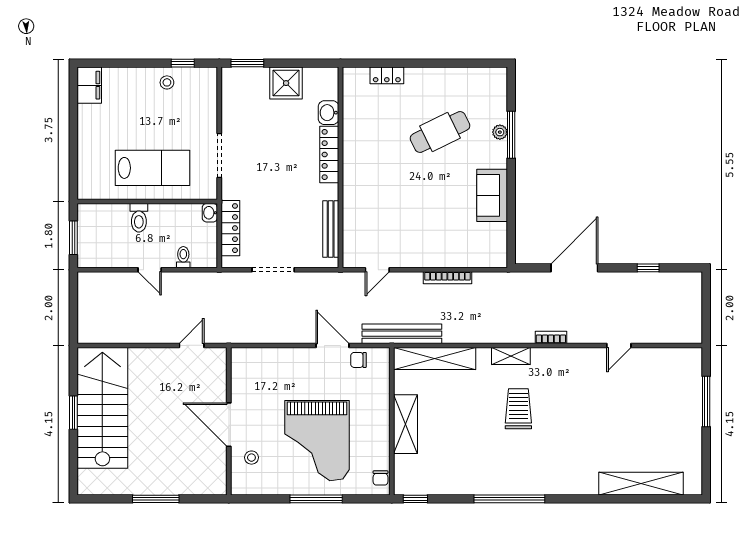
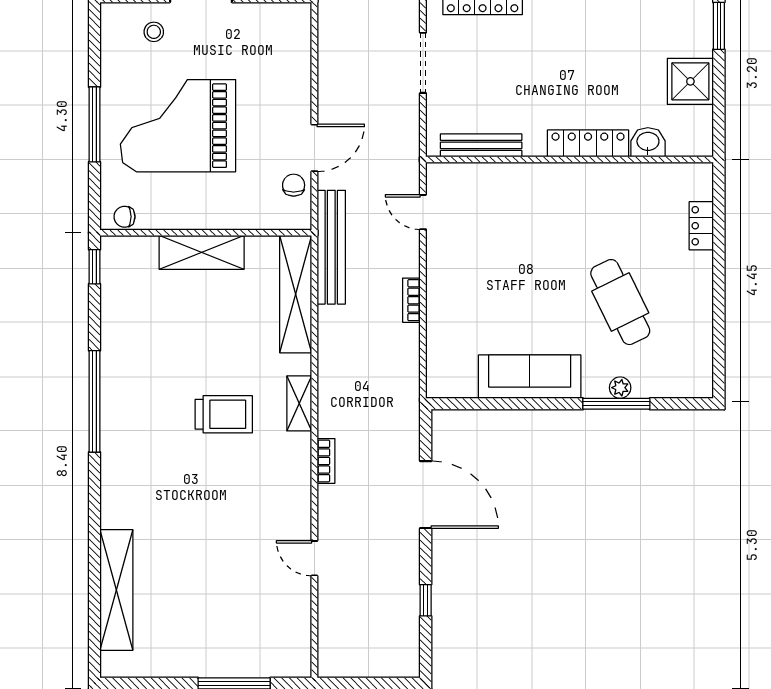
sofa: (492, 195) -> (530, 377), width x1.36
bookcase: (447, 278) -> (411, 300), width x0.64

